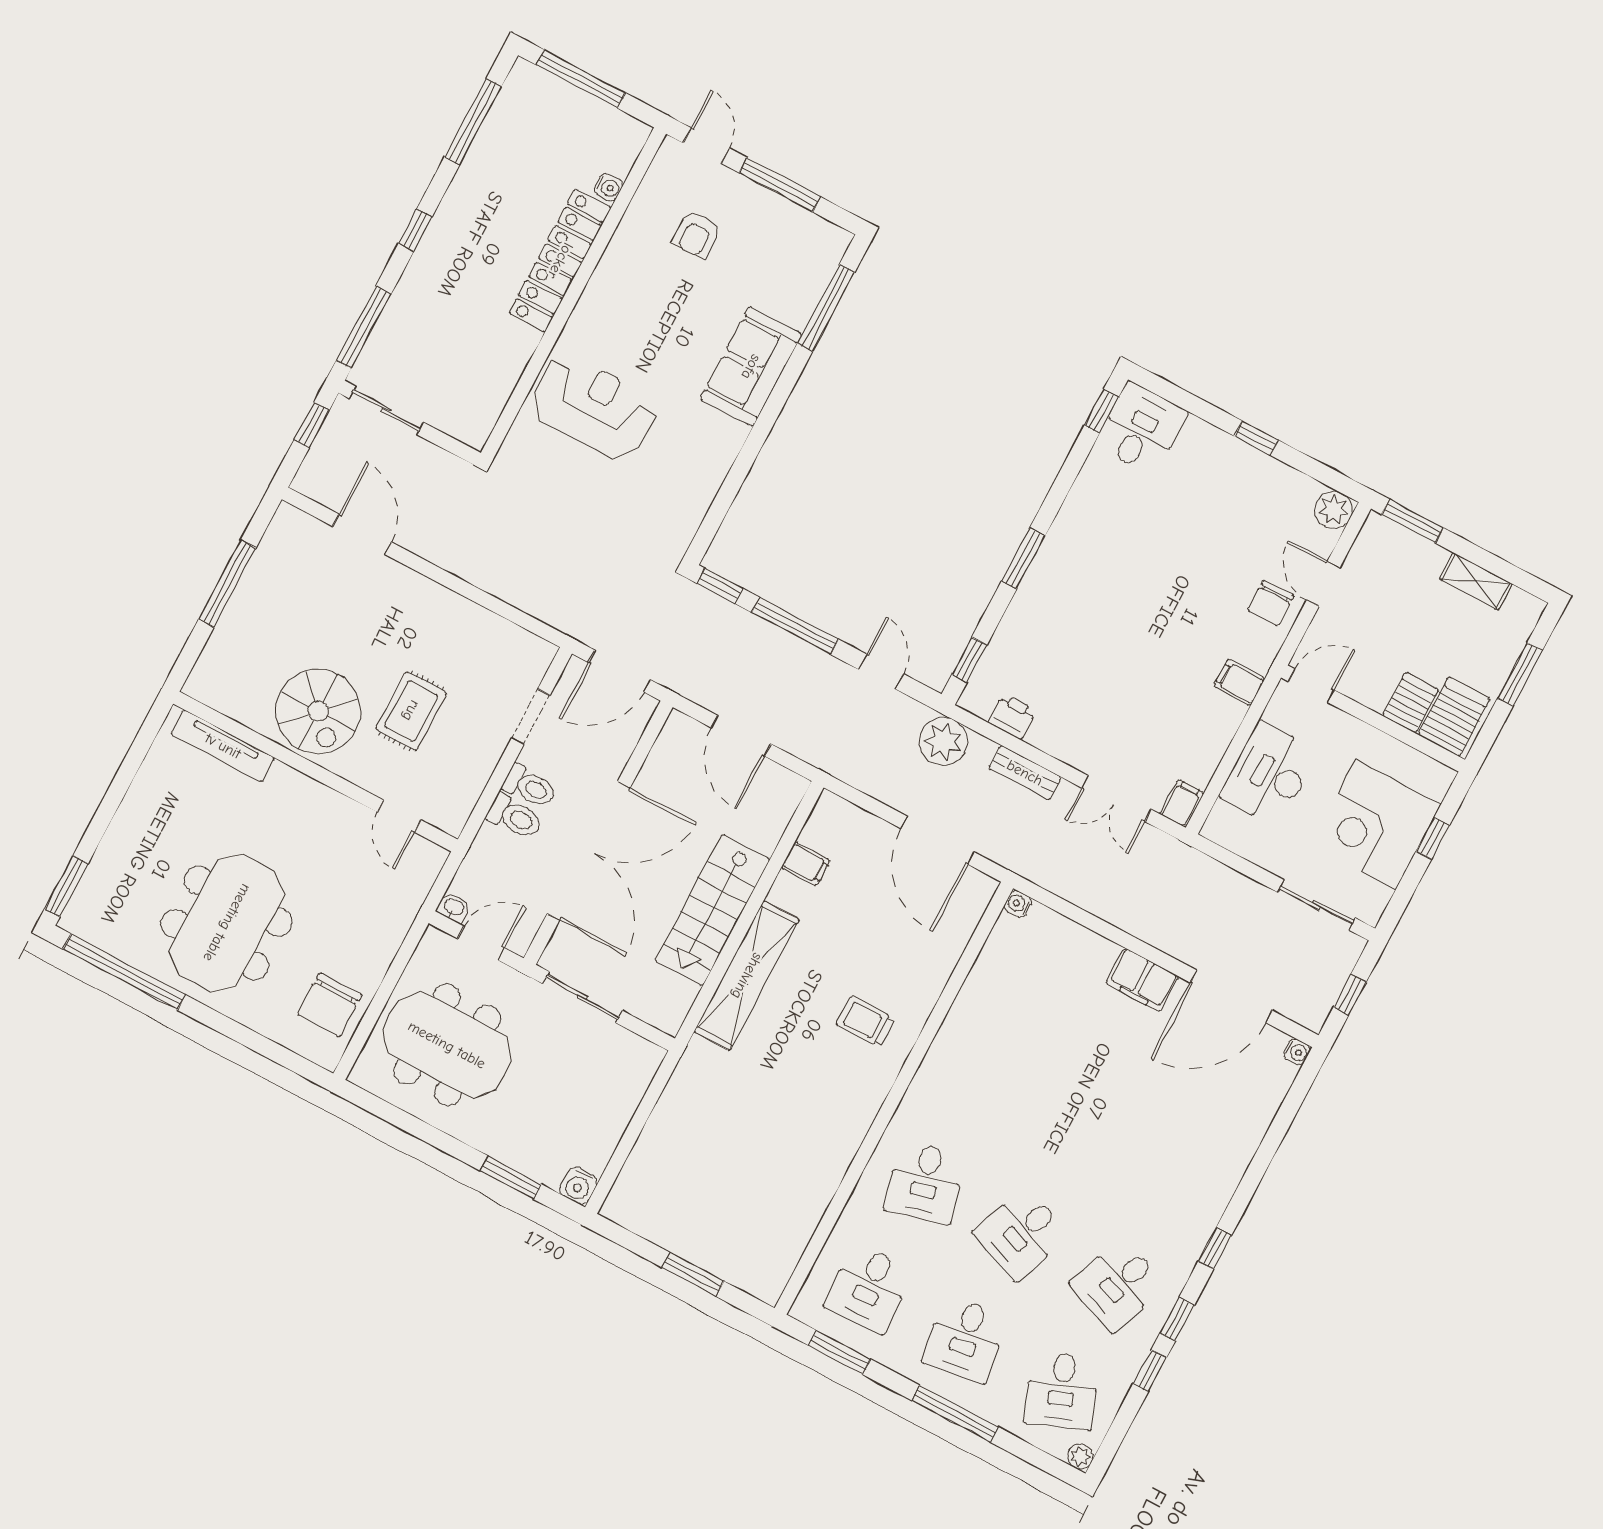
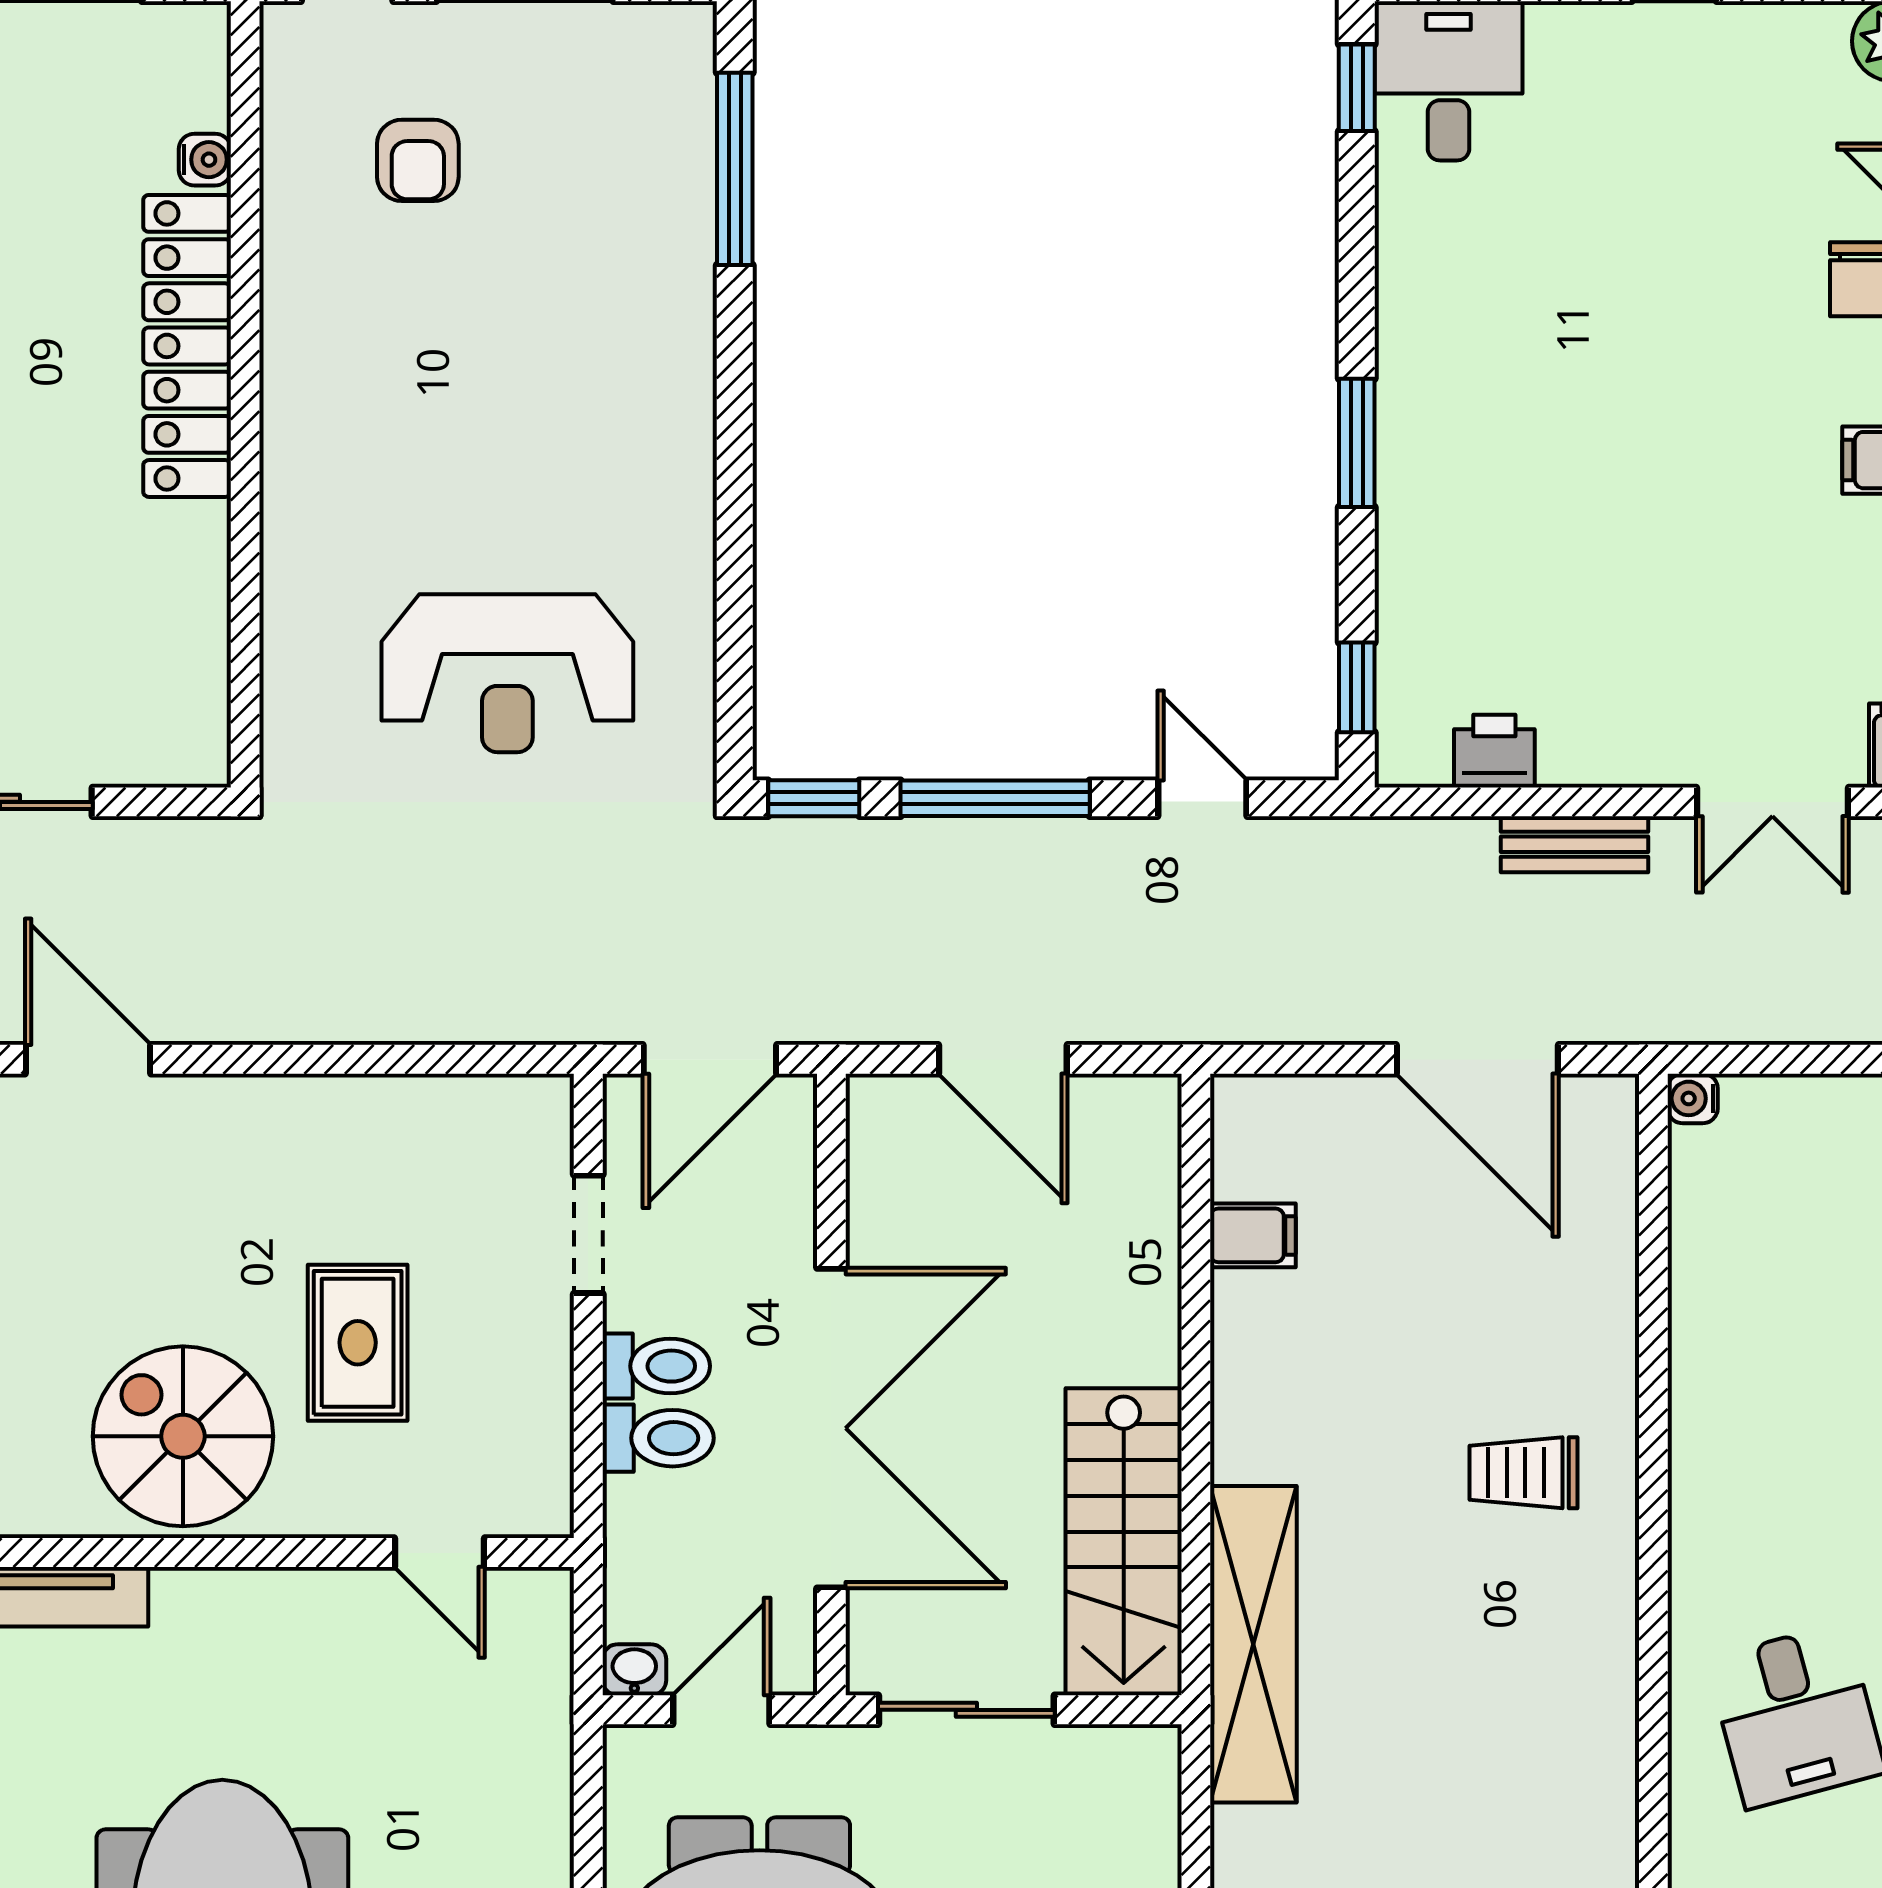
sofa: (751, 367) -> (652, 354), removed
reception desk: (594, 407) -> (507, 673), moved, turned 180
spiral stairs: (318, 711) -> (183, 1436), turned 180
plant: (943, 741) -> (1390, 867), removed
stairs: (712, 910) -> (1124, 1542), moved
shelving: (747, 976) -> (1253, 1644), moved

